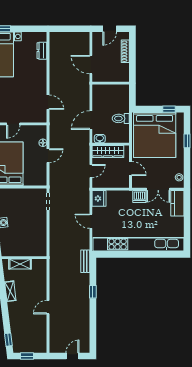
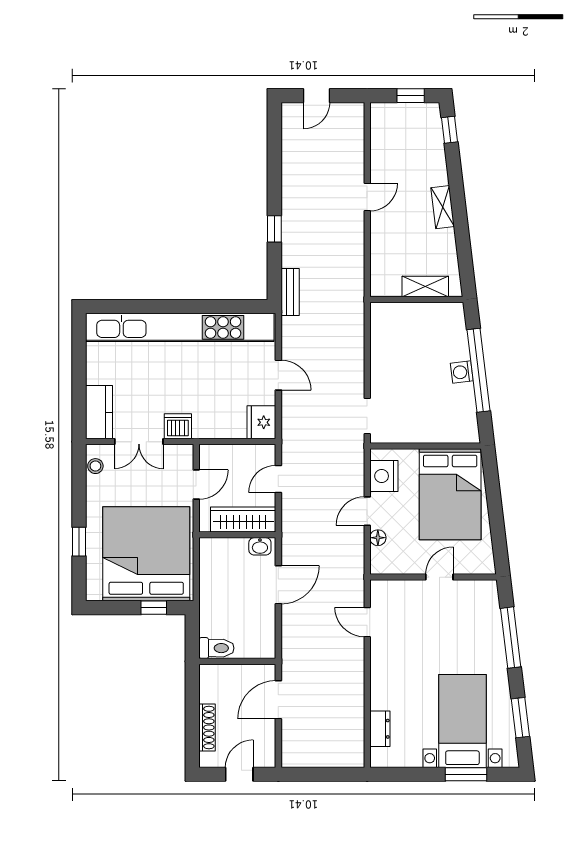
door: (91, 65) -> (278, 700), swing flipped
window: (169, 109) -> (154, 608), moved
toilet: (121, 118) -> (216, 648), moved
door: (130, 168) -> (196, 485), swing flipped
nightstand: (40, 173) -> (384, 476), added
double door: (158, 189) -> (139, 442), swing flipped
shelving: (10, 291) -> (443, 207), moved

